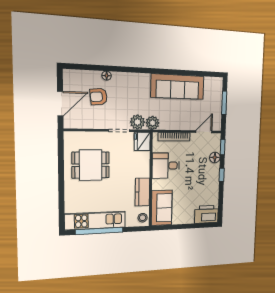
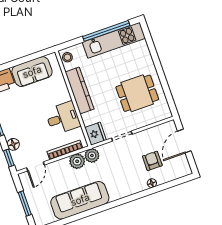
armchair: (99, 97) -> (152, 161), turned -84
plant: (137, 122) -> (77, 161), moved
kitchen counter: (142, 192) -> (80, 90), width x1.50
sofa: (162, 208) -> (32, 72), moved, turned -90

